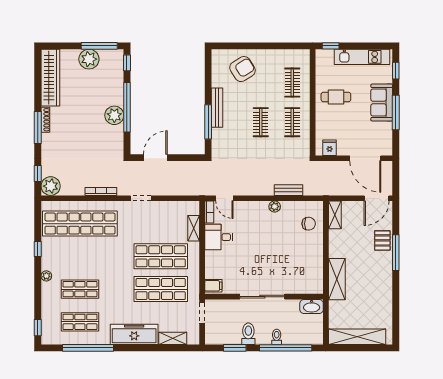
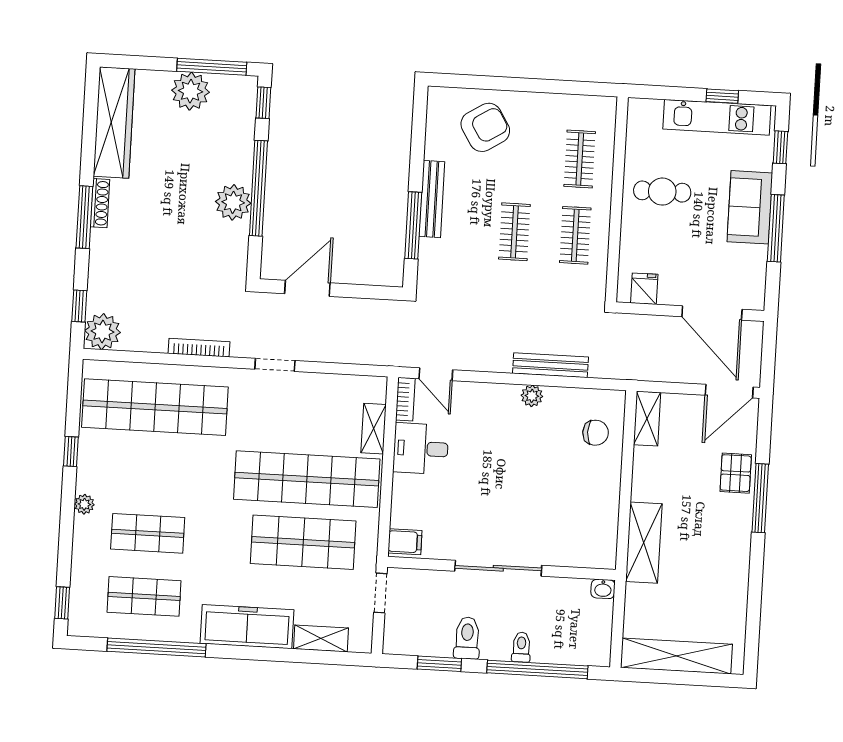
window: (331, 46) -> (722, 96), moved
bench: (288, 190) -> (550, 365), width x1.36
shop shelf: (161, 256) -> (307, 479), width x1.40
washbasin: (312, 306) -> (603, 589), width x0.52, depth x0.69

